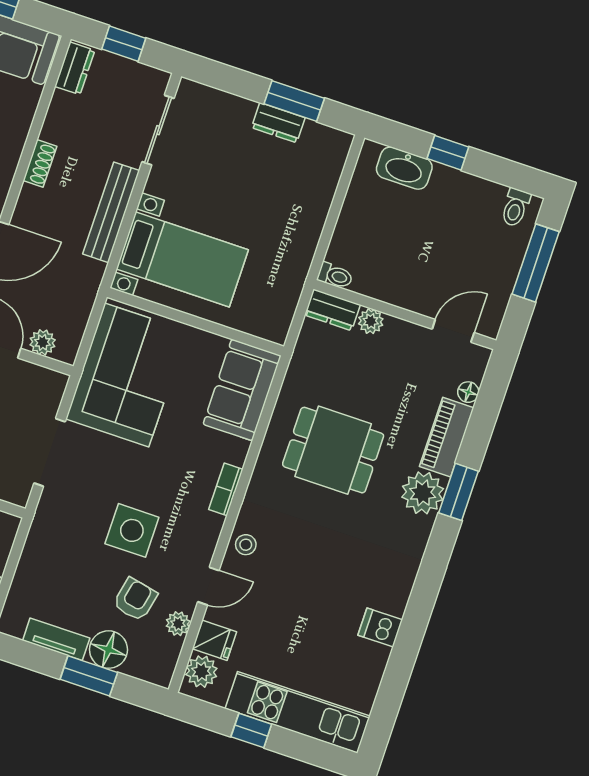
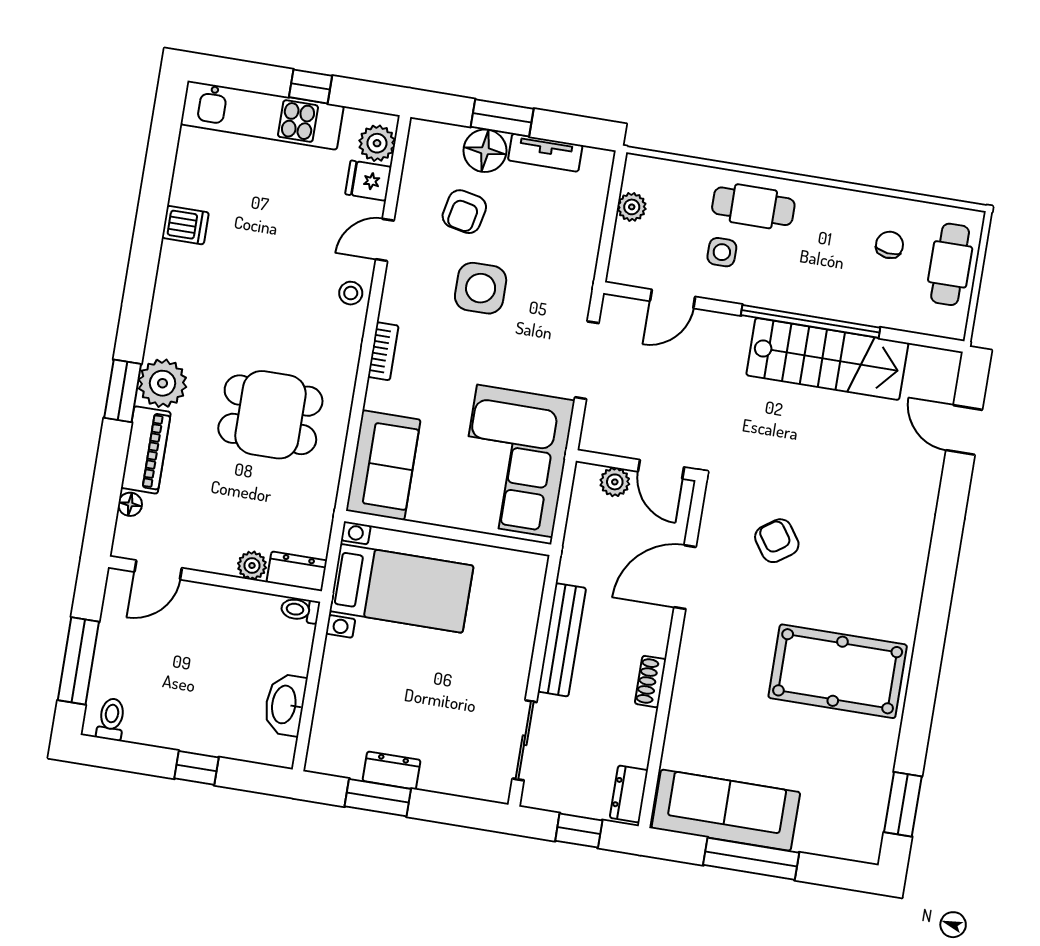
washbasin: (404, 168) -> (285, 705), moved, turned -90
bed with nightstands: (182, 259) -> (401, 588), moved, turned 180
plant: (178, 624) -> (412, 192), removed

